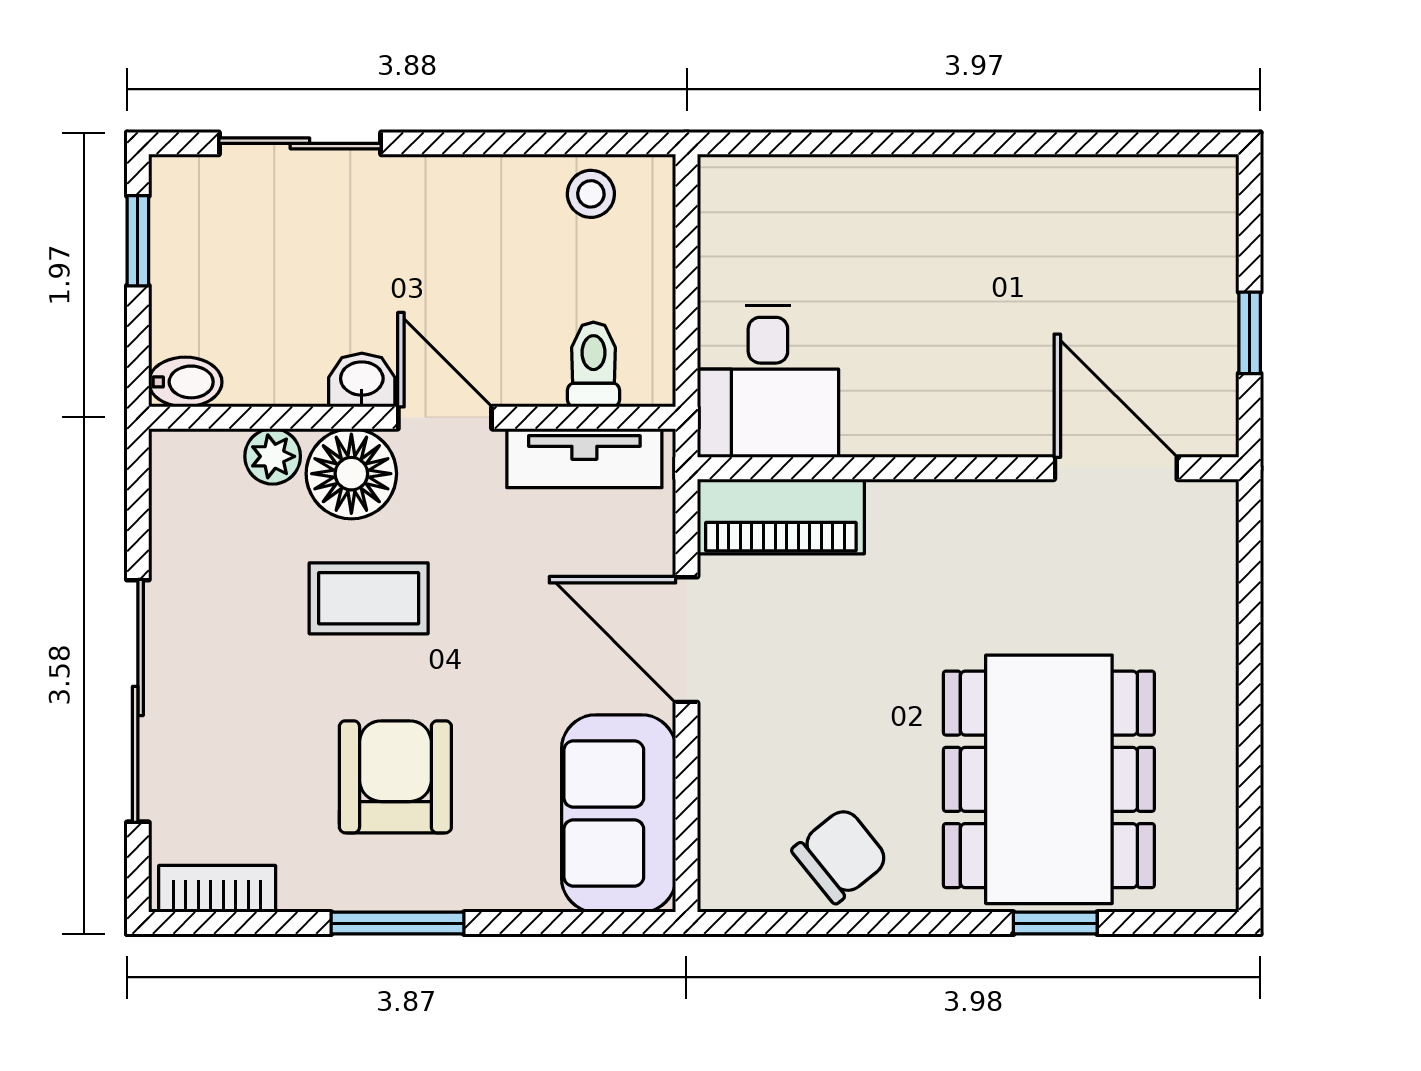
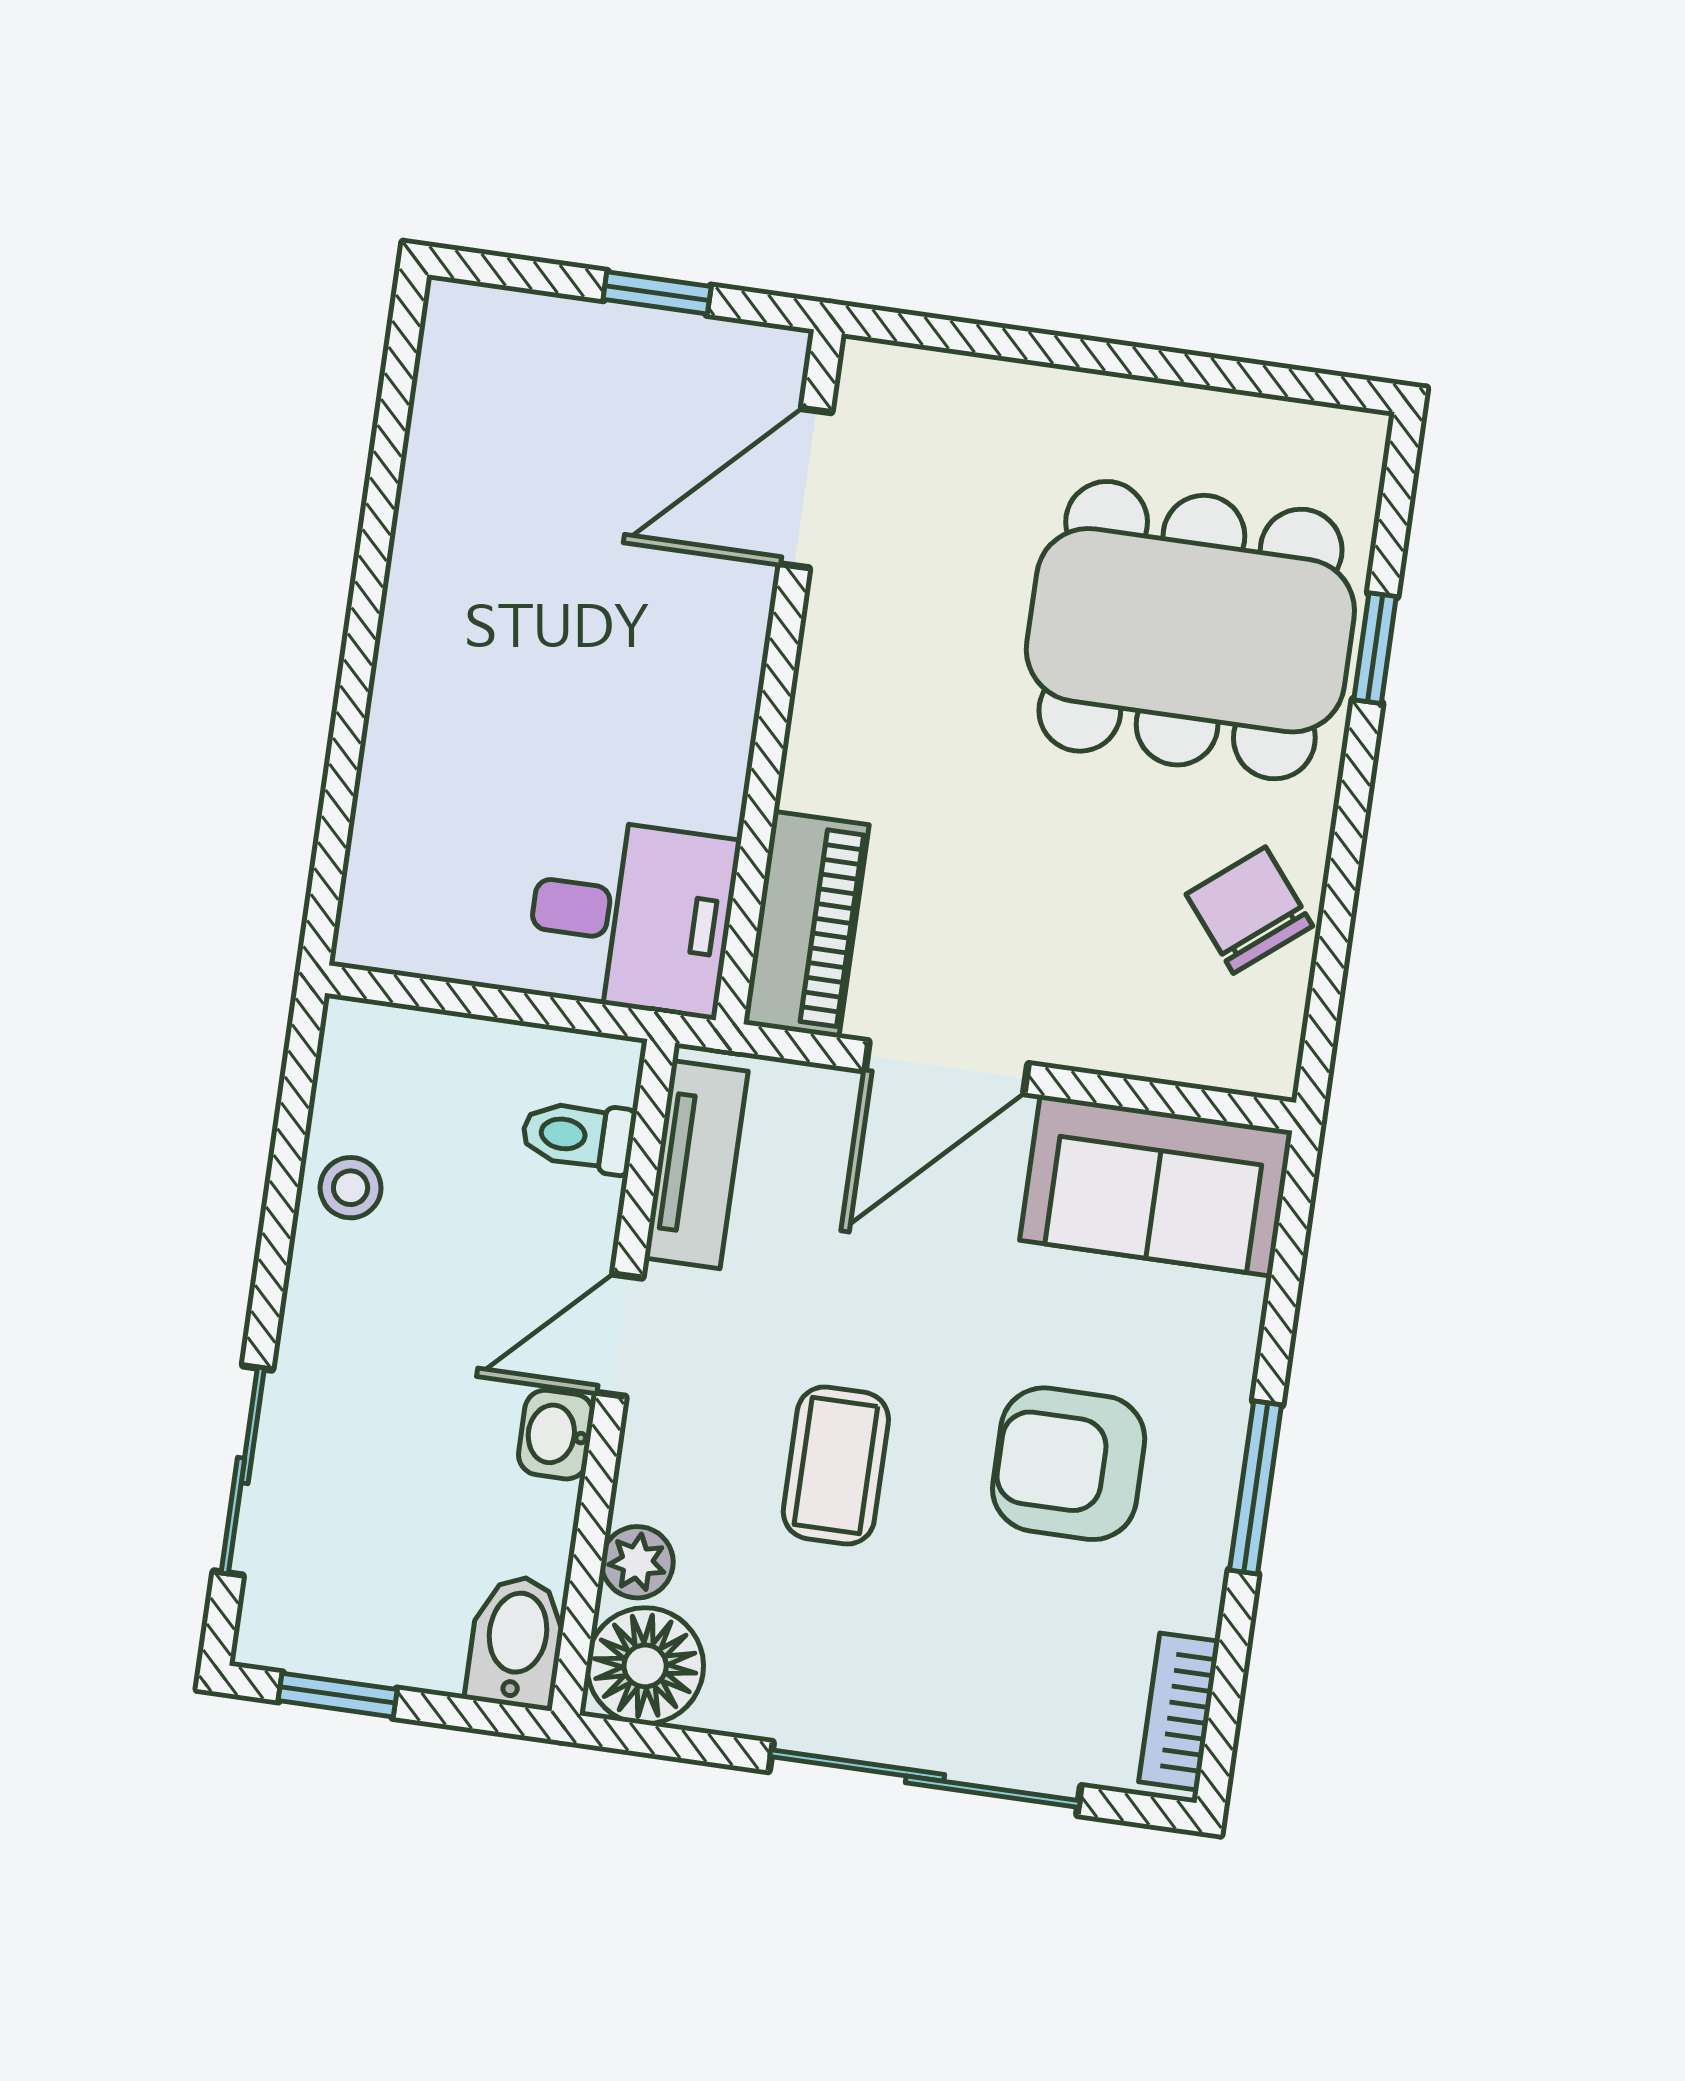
stool: (591, 194) -> (351, 1188), moved
bidet: (185, 382) -> (517, 1642), width x1.38, depth x1.36
floor lamp: (351, 474) -> (645, 1666), moved

